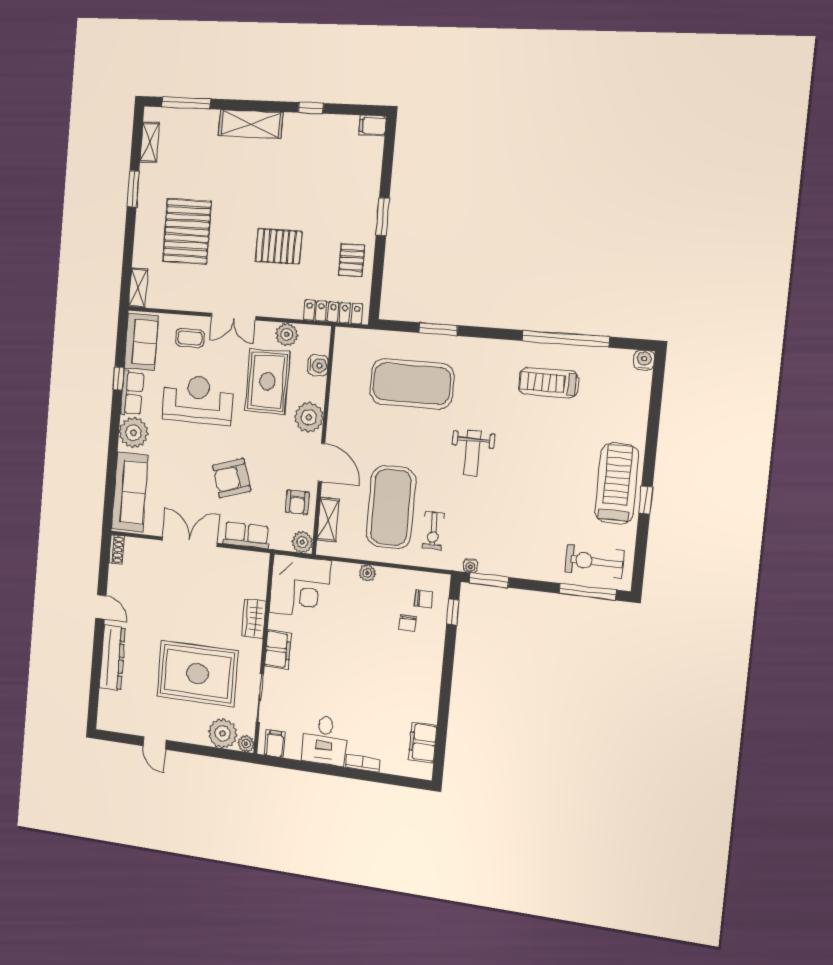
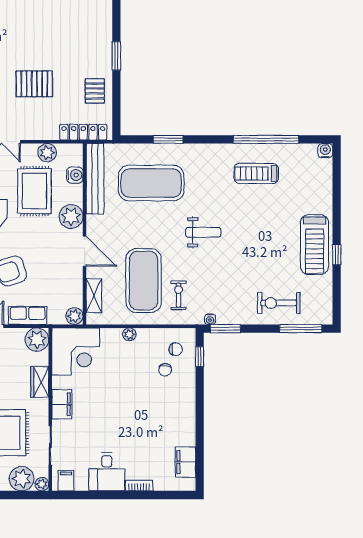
bench: (342, 372) -> (95, 179), added
weight bench: (472, 453) -> (203, 232), turned -90
treadmill: (617, 484) -> (314, 245), turned 180
armchair: (297, 502) -> (67, 285), removed
exercise bike: (433, 531) -> (179, 295), turned 180
exercise bike: (594, 561) -> (279, 303), moved
plant: (255, 566) -> (37, 340), added

